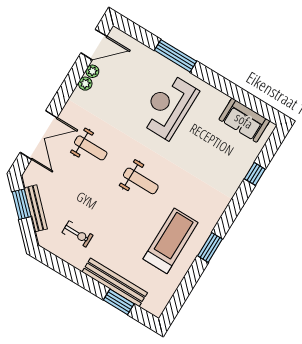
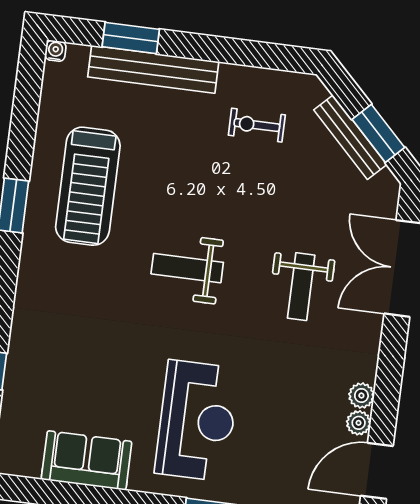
sofa: (244, 120) -> (87, 460), moved
weight bench: (91, 148) -> (301, 287), turned -90
water cooler: (157, 312) -> (55, 51), added

